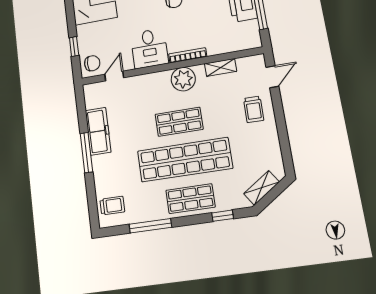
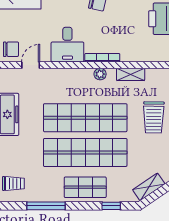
plant: (183, 79) -> (100, 74), width x0.53, depth x0.53
trolley: (254, 109) -> (154, 117), width x1.36, depth x1.39
shop shelf: (179, 122) -> (85, 118), width x2.00, depth x1.36

